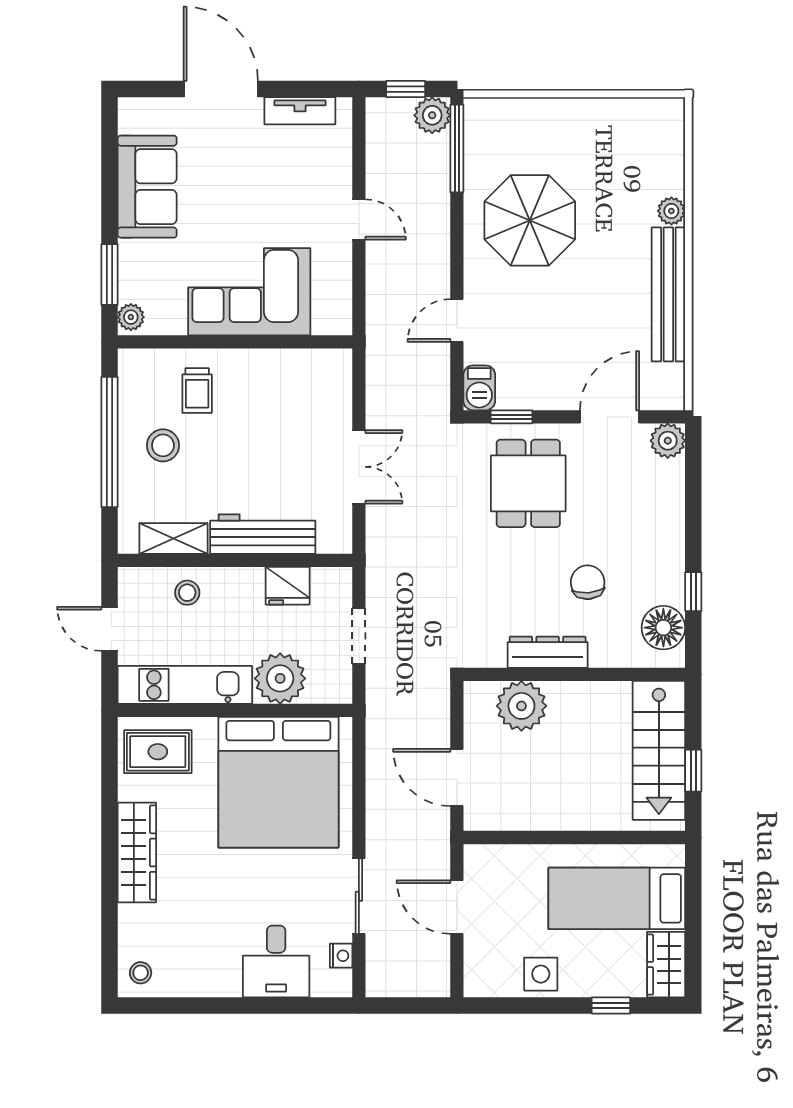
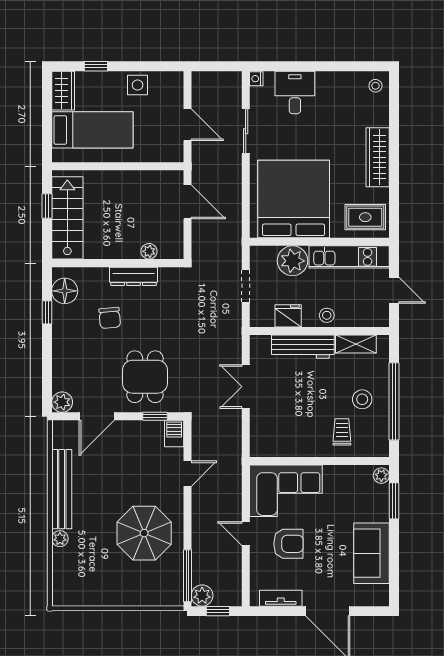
armchair: (287, 202) -> (288, 544), added
corner sofa: (249, 292) -> (286, 491), moved
stool: (187, 593) -> (327, 315), moved
plant: (521, 706) -> (149, 251), width x0.53, depth x0.53
nightstand: (341, 956) -> (256, 79), moved

